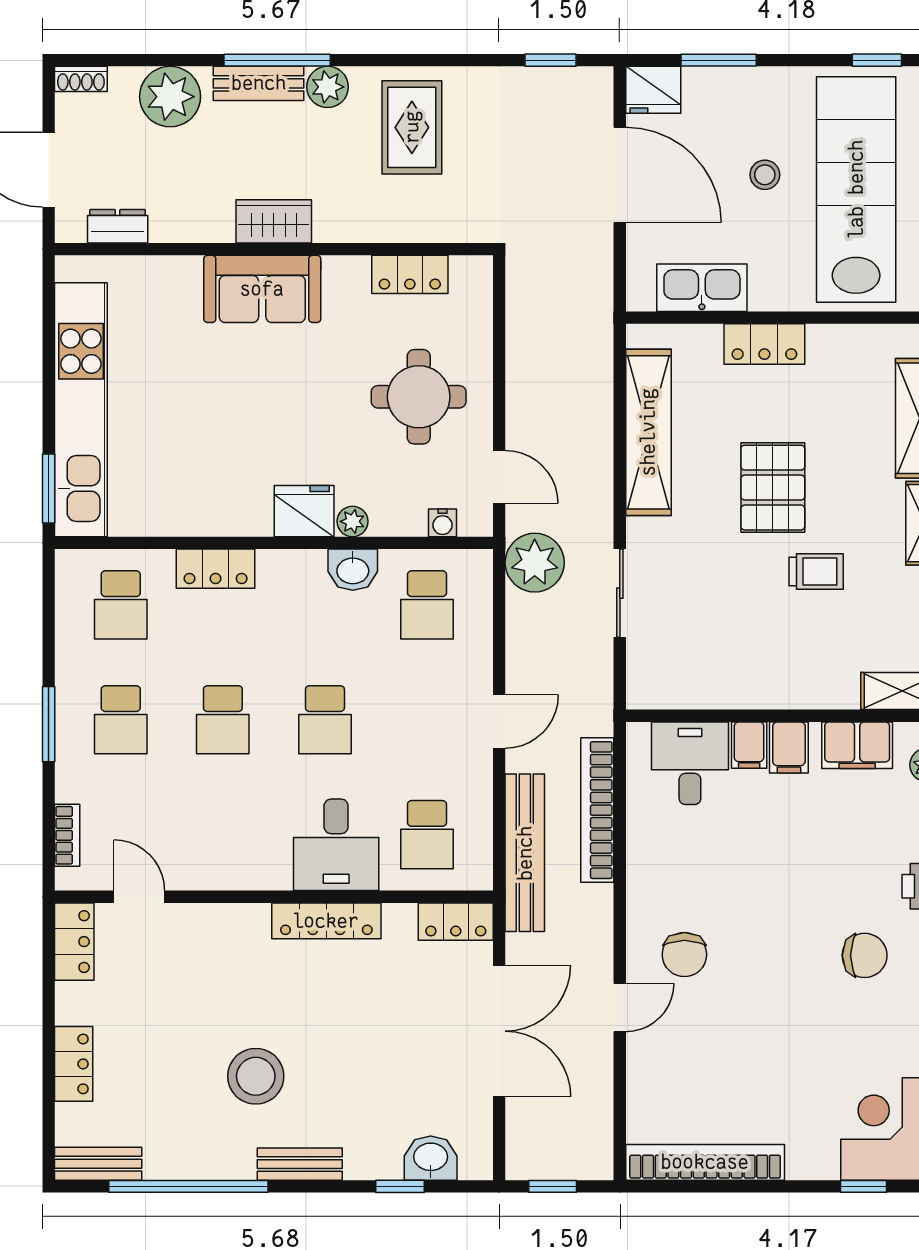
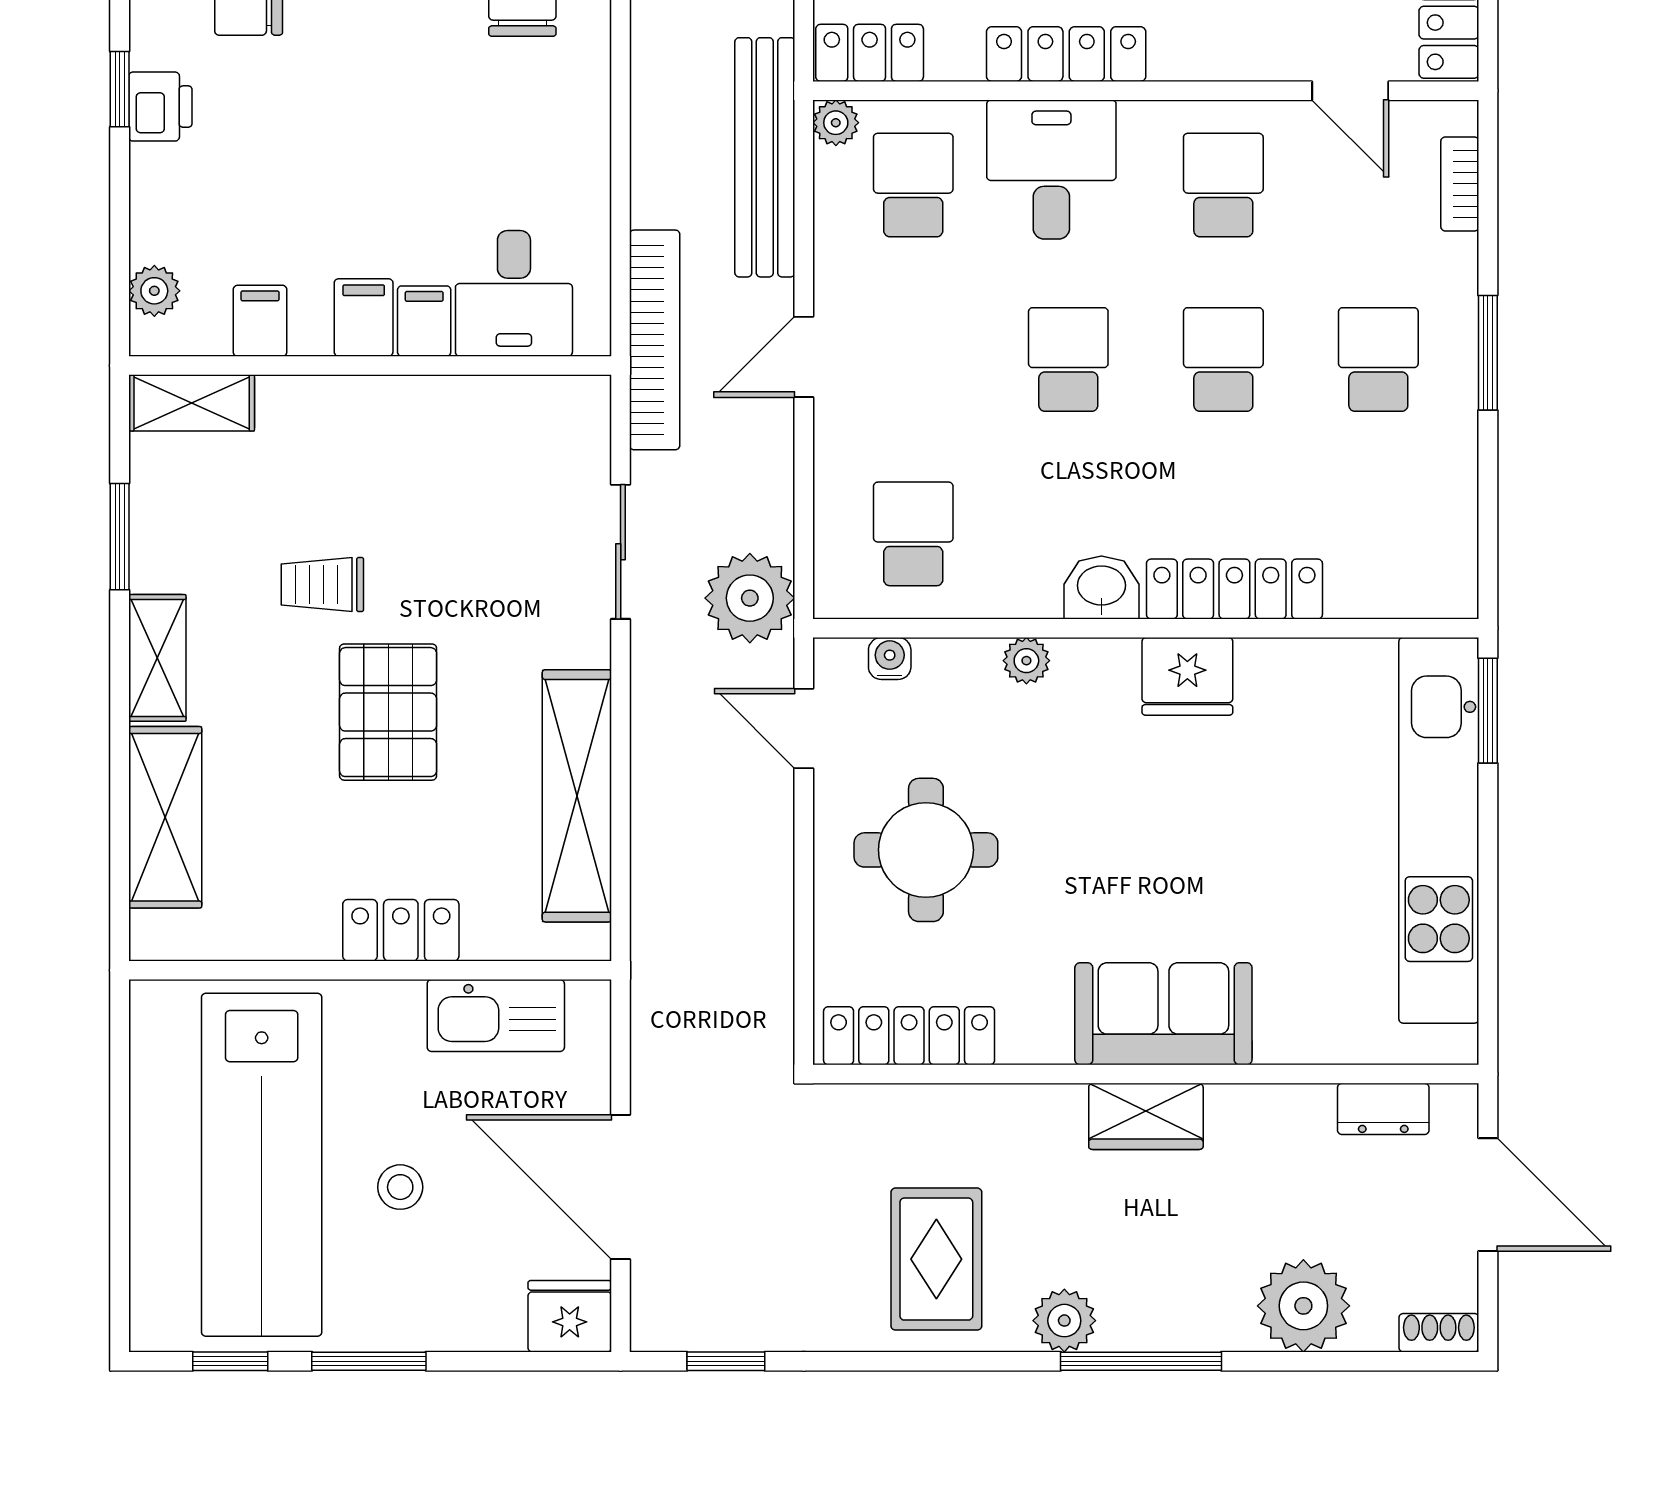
window: (719, 60) -> (369, 1361), moved
bench: (259, 83) -> (1169, 1326), removed
locker: (410, 274) -> (909, 1036), width x1.53
fridge: (304, 511) -> (1187, 676), moved
locker: (216, 569) -> (1234, 589), width x1.53
washbasin: (353, 570) -> (1101, 587), moved
school desk: (121, 605) -> (1223, 185), moved
filing cabinet: (857, 745) -> (260, 321), width x0.50
bookcase: (597, 810) -> (655, 340), moved
plant: (478, 876) -> (836, 123), added

